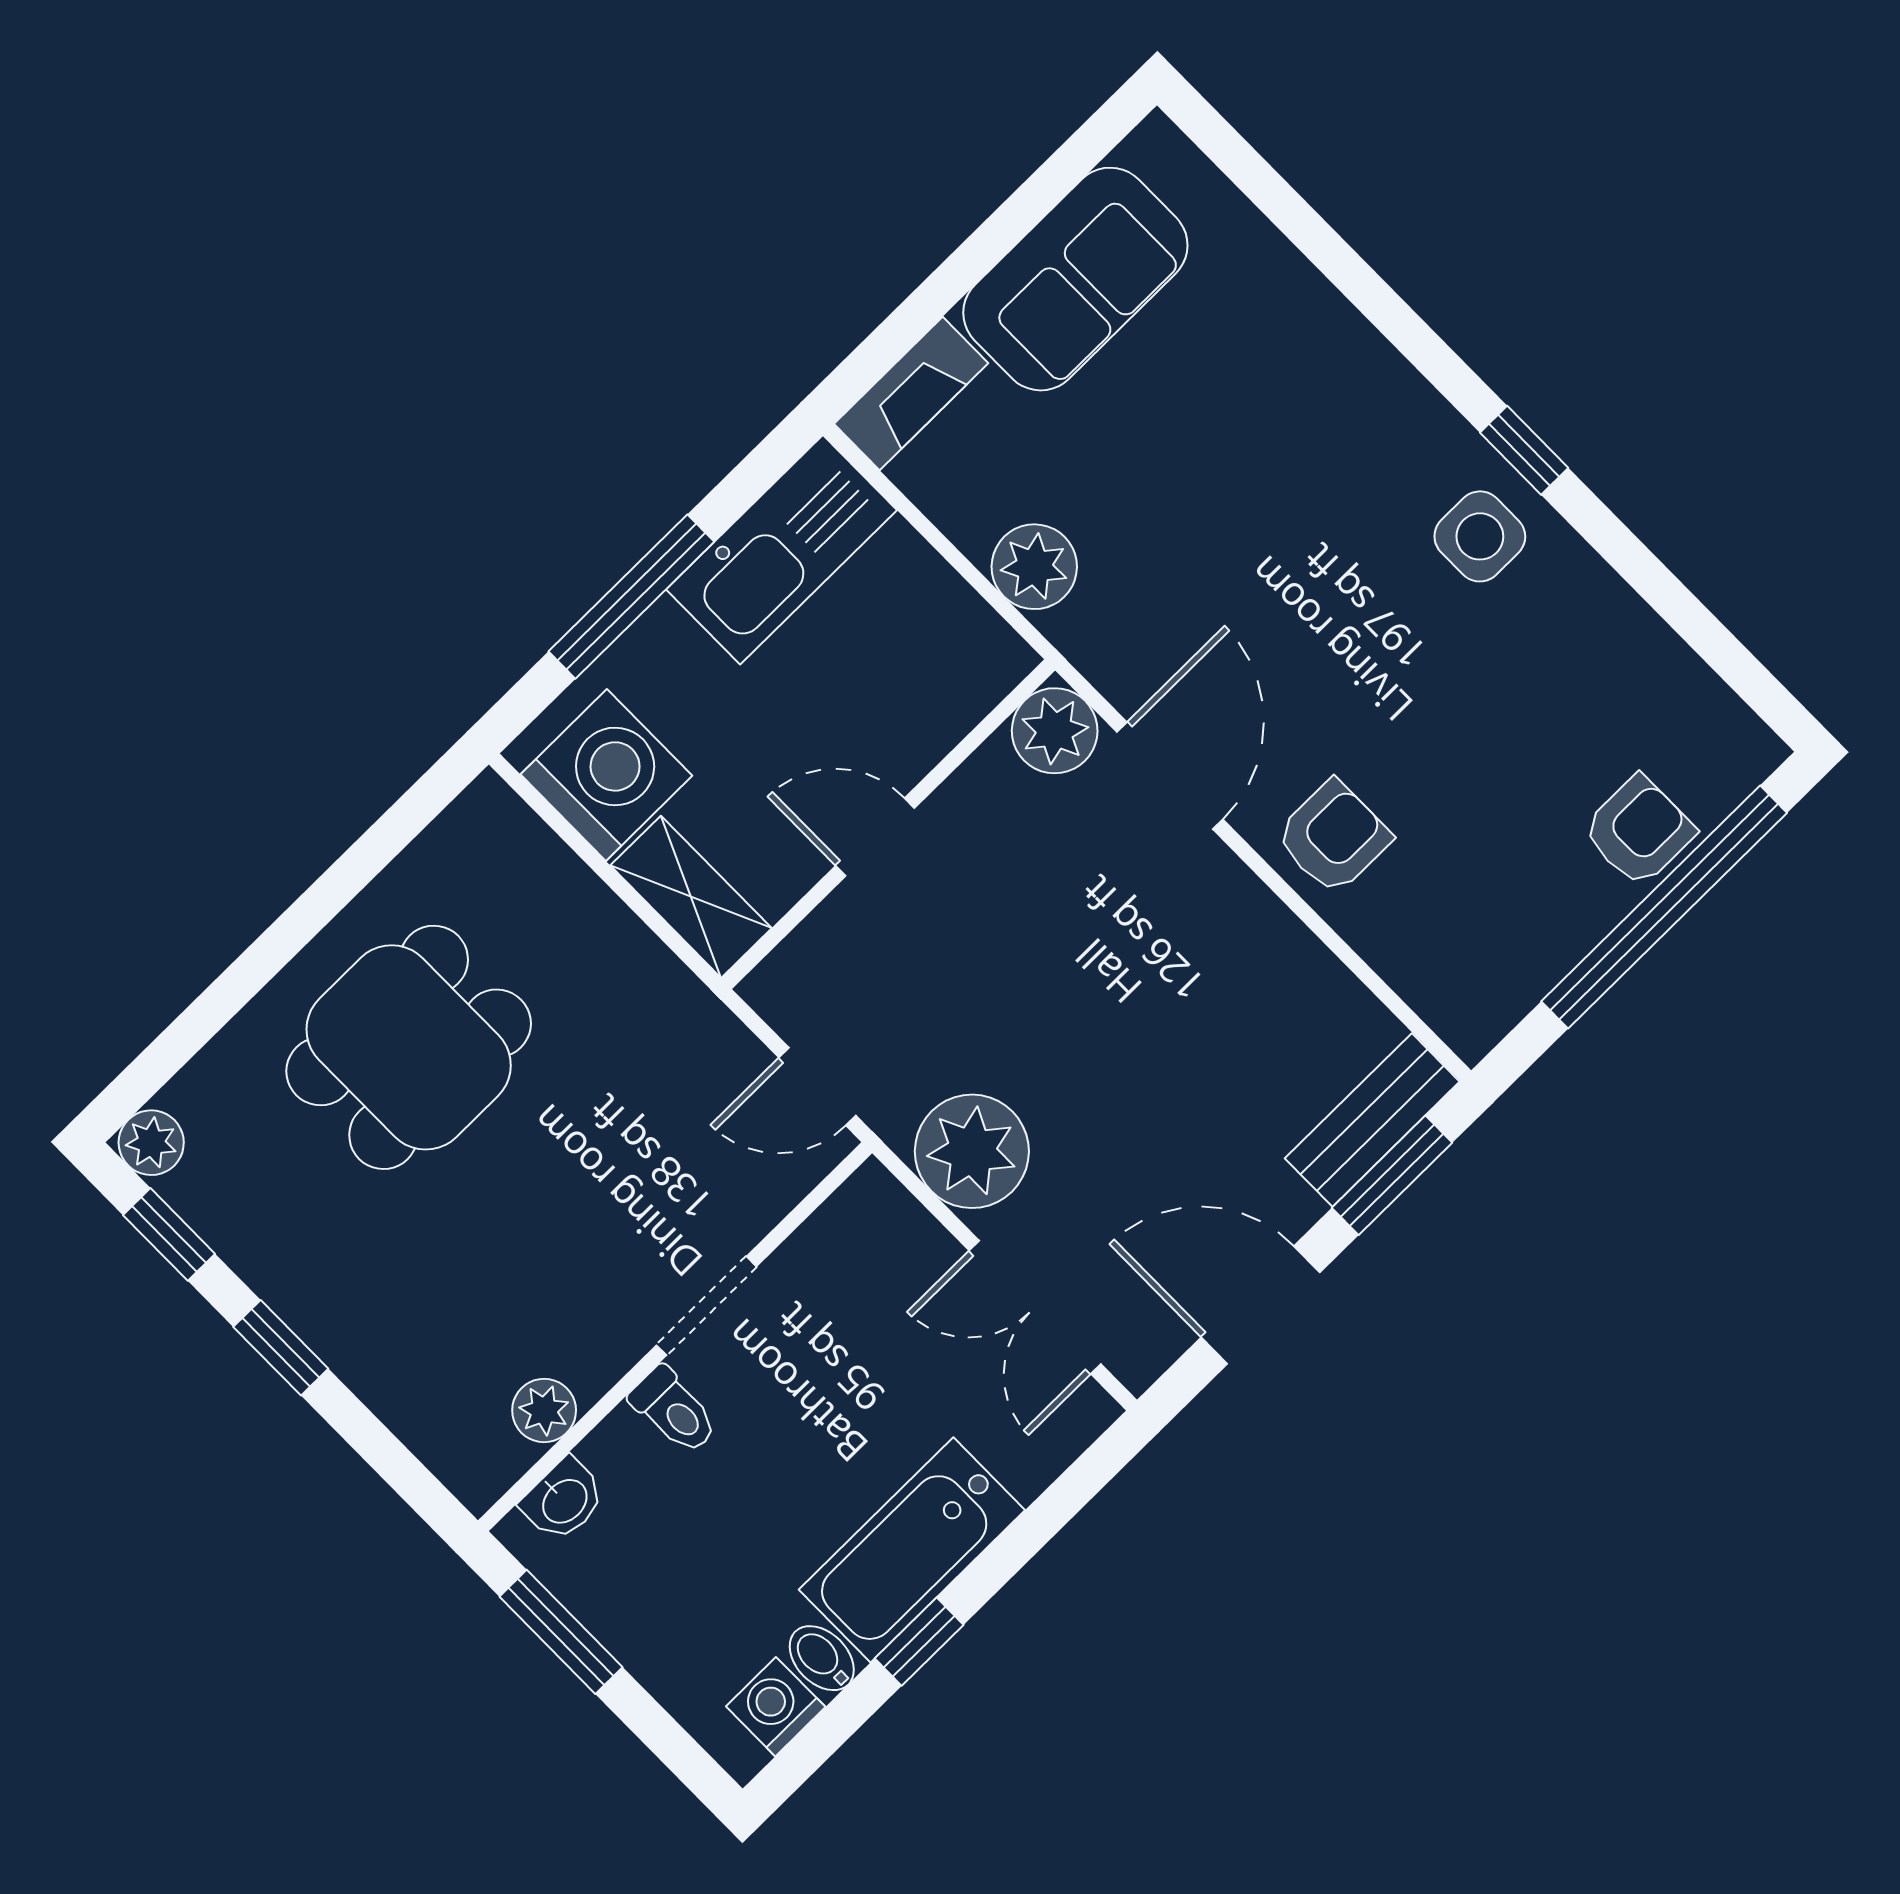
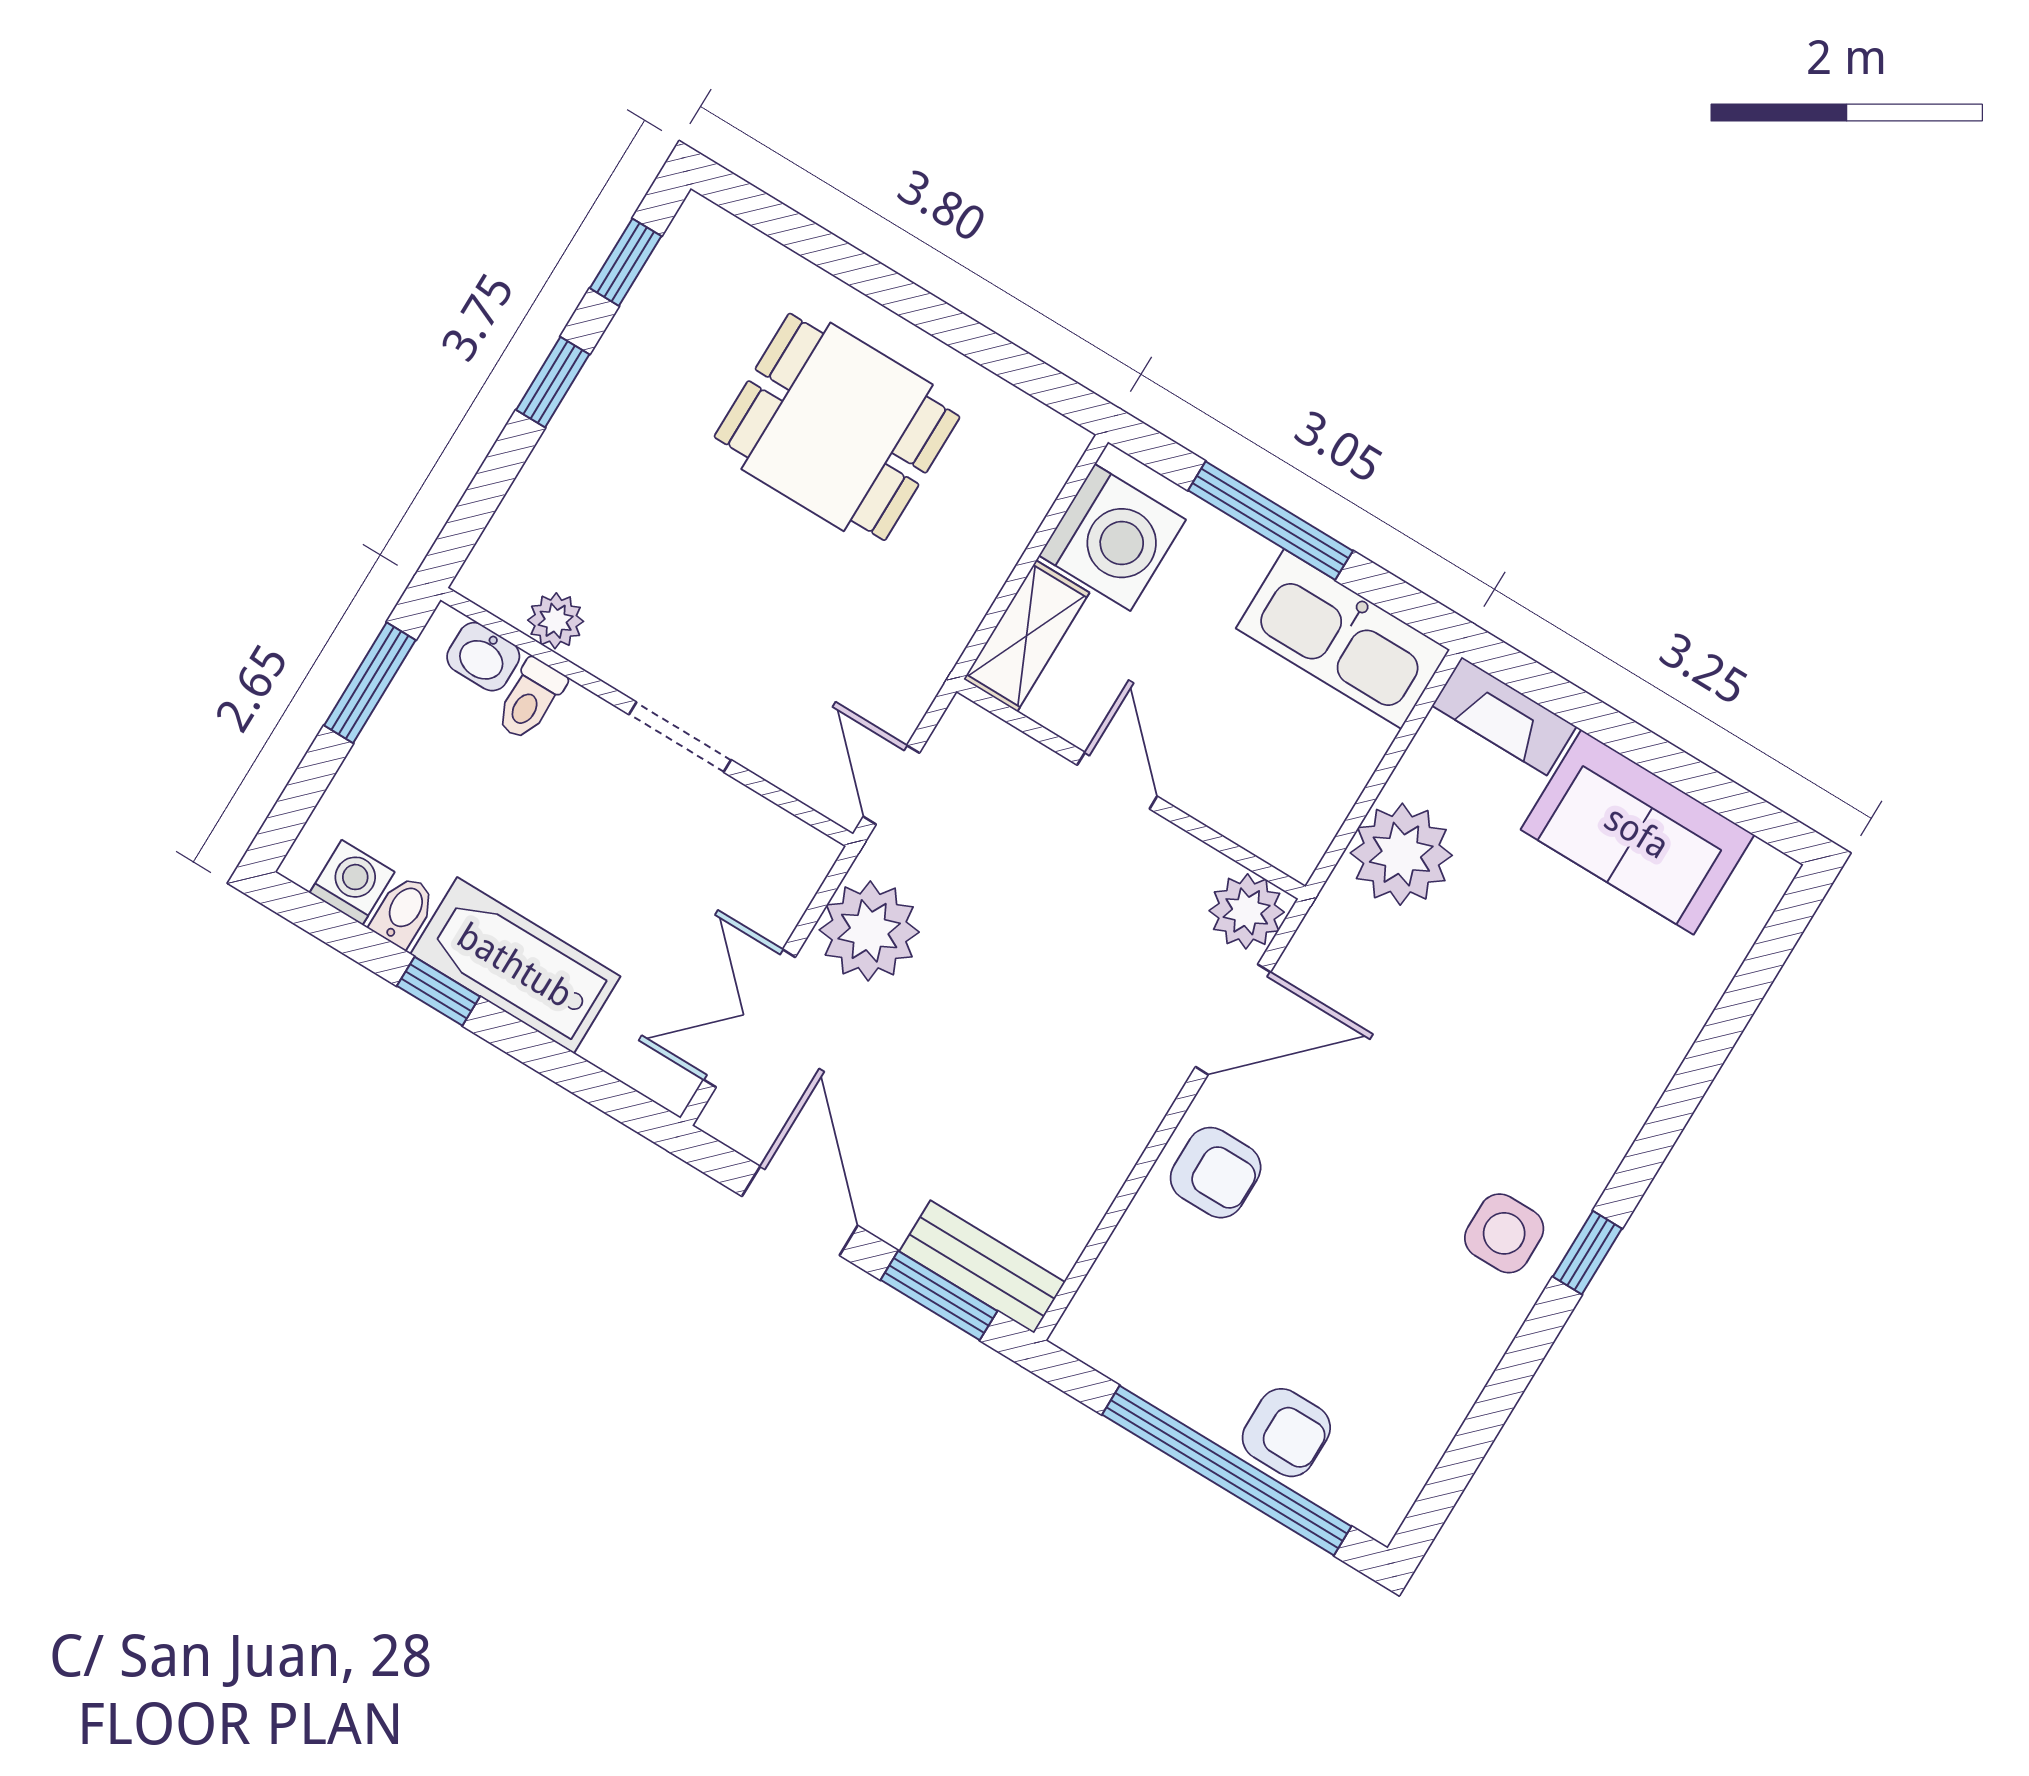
plant: (1034, 567) -> (1401, 854), width x1.36, depth x1.36
plant: (151, 1143) -> (700, 227), removed
toilet: (674, 1410) -> (530, 699), moved

